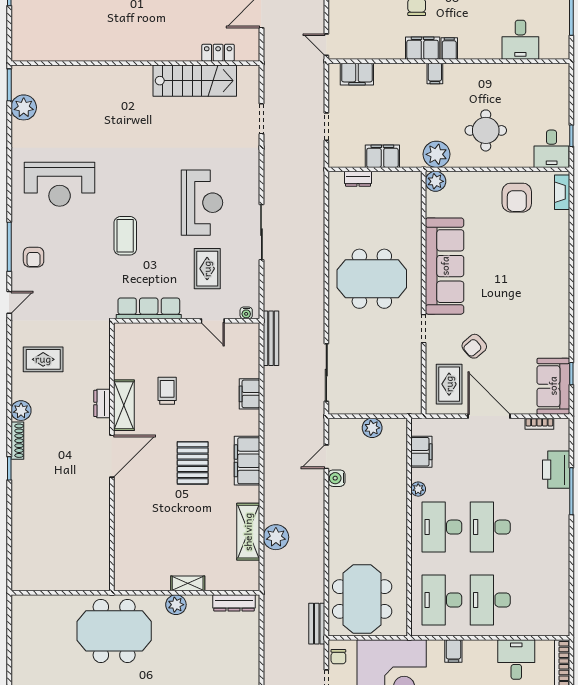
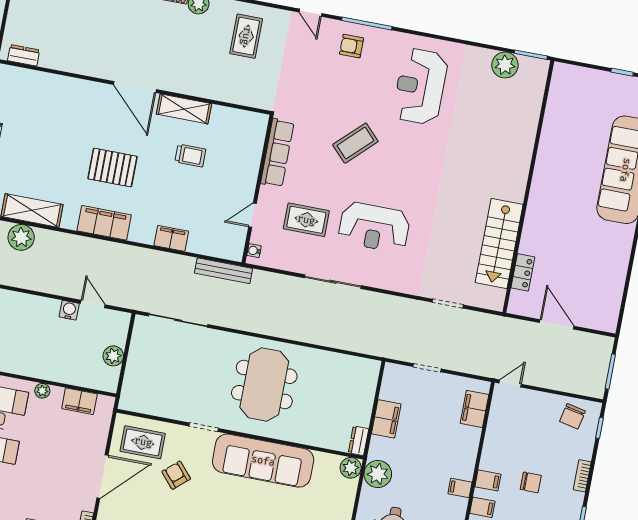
filing cabinet: (423, 48) -> (488, 480), width x0.50
dresser: (358, 179) -> (358, 441), moved
coffee table: (125, 236) -> (355, 143), turned -44
dresser: (102, 403) -> (24, 55), moved

